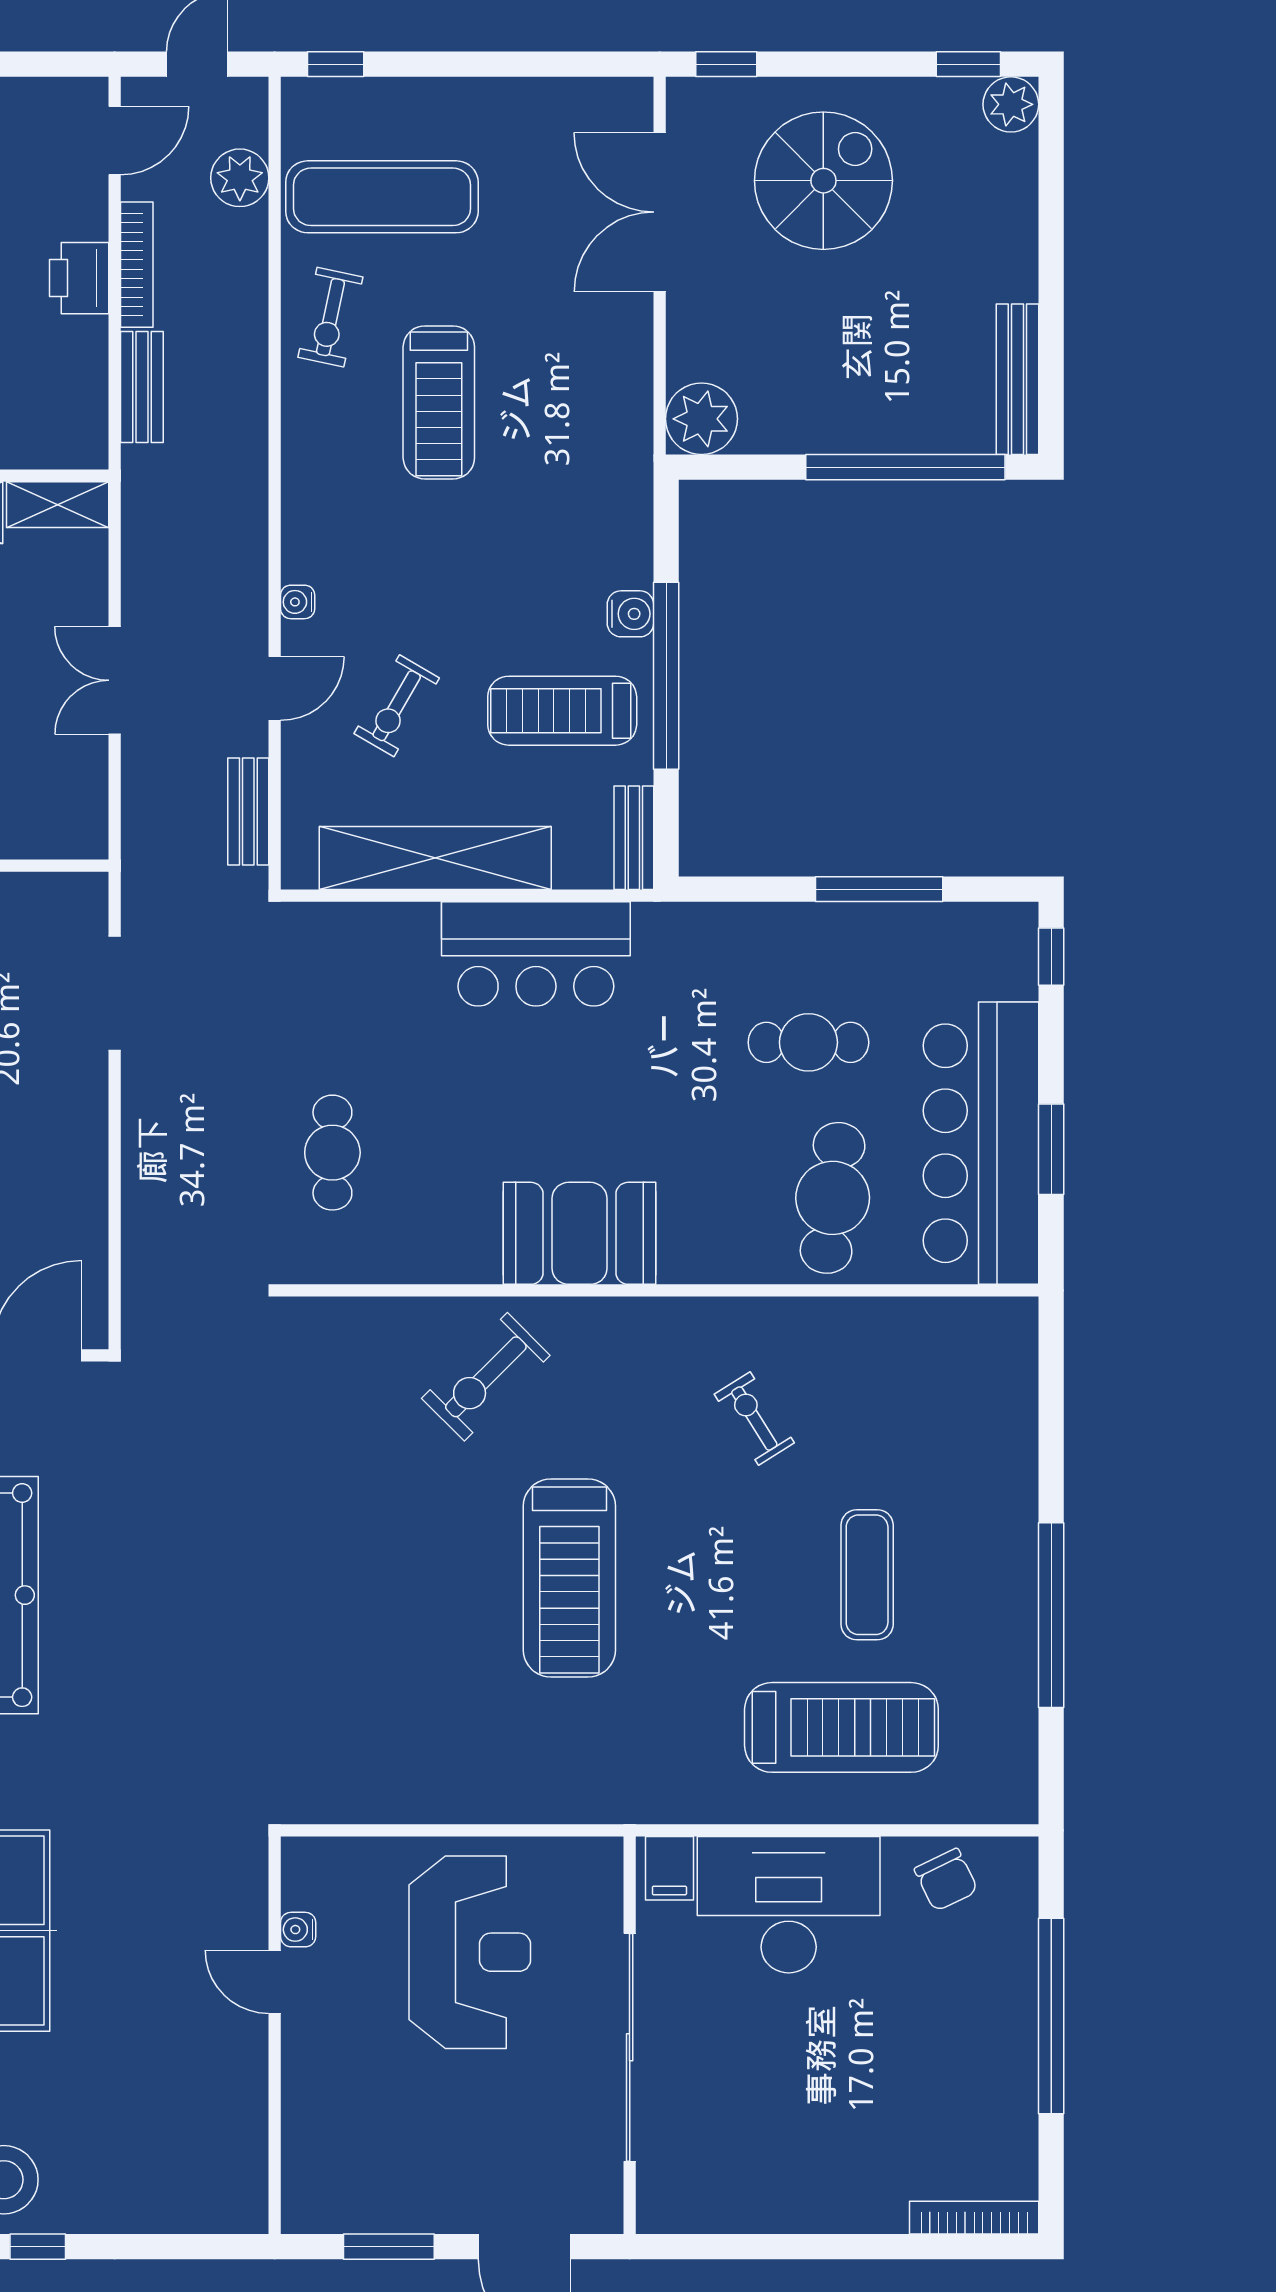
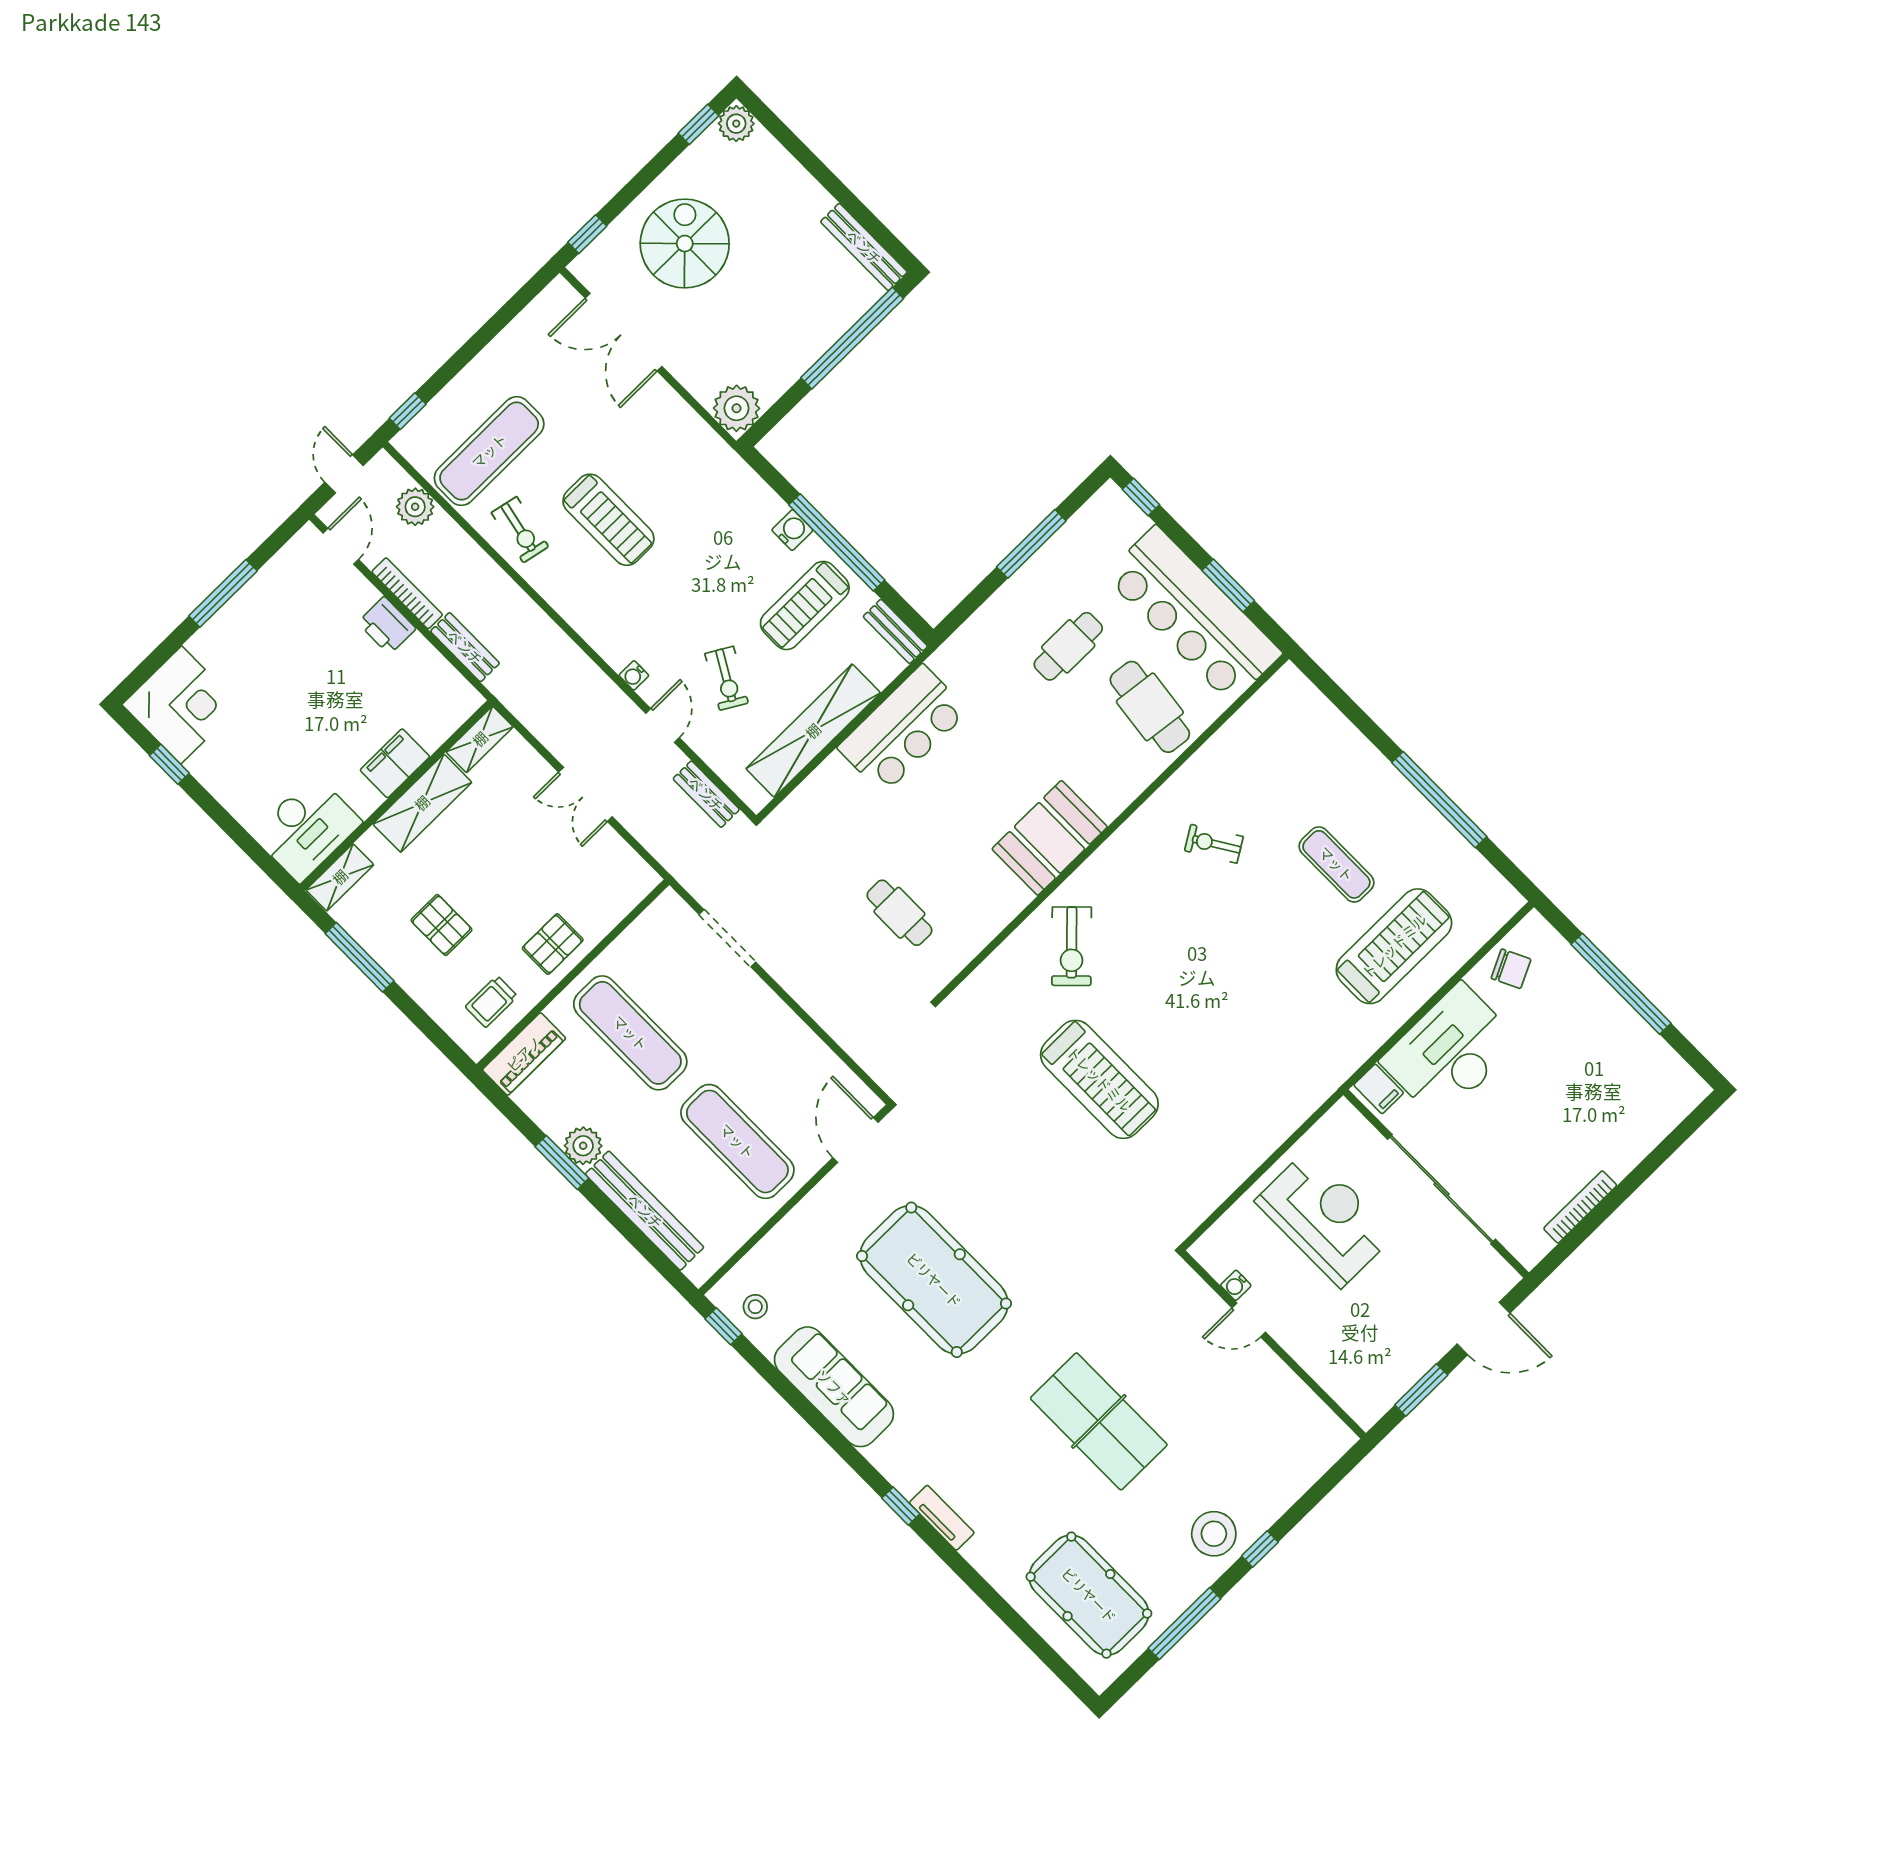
treadmill: (569, 1578) -> (1099, 1079), moved
bookcase: (974, 2218) -> (1580, 1207), moved

